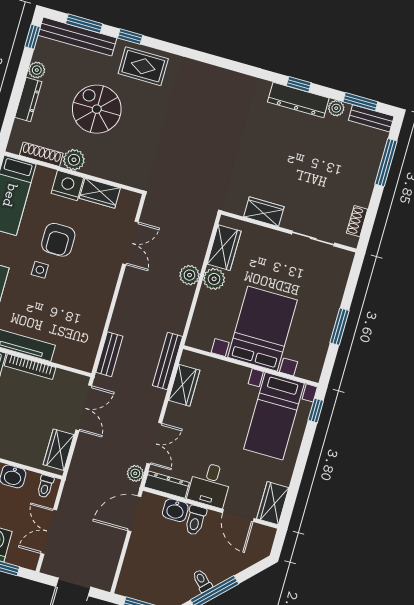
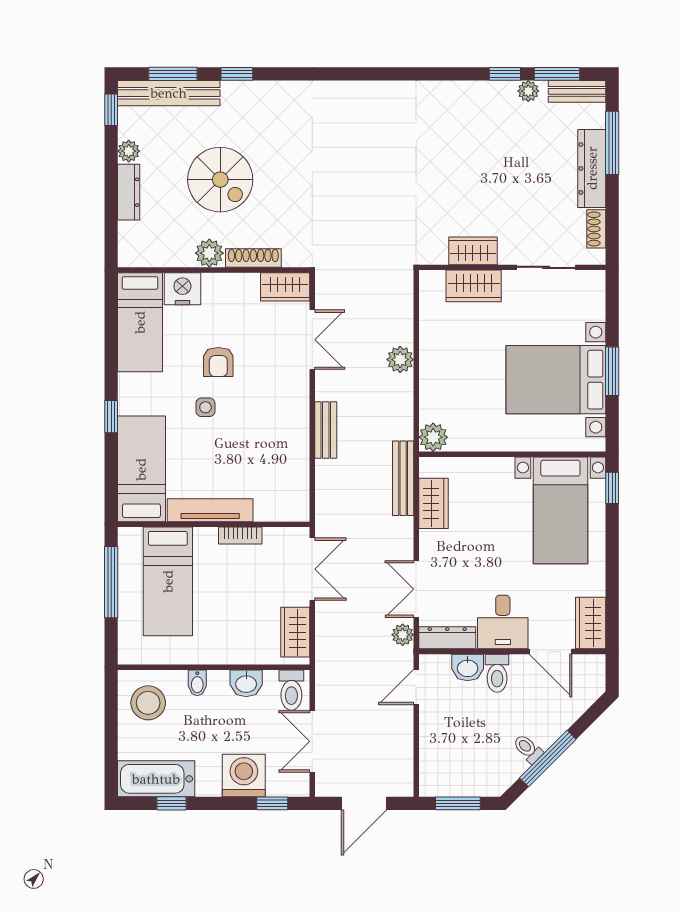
rug: (143, 66) -> (264, 107), removed
window: (299, 84) -> (505, 74), moved
dresser: (298, 100) -> (592, 168), moved, turned 90
spiral stairs: (97, 109) -> (220, 180), turned 180
shoe rack: (41, 154) -> (253, 258), moved
nightstand: (67, 186) -> (182, 289), moved
wardrobe: (100, 193) -> (285, 287), moved
armchair: (58, 240) -> (218, 362), width x0.72, depth x0.72
wardrobe: (224, 248) -> (474, 286), moved, turned 90
plant: (214, 279) -> (433, 437), moved
bed with nightstands: (262, 329) -> (556, 380), moved, turned -90
bench: (109, 354) -> (326, 430), moved
bookcase: (30, 367) -> (240, 536), width x0.64
double door: (154, 443) -> (416, 589), swing flipped
toilet: (45, 486) -> (291, 690), width x1.37, depth x1.39
door: (134, 514) -> (416, 687), width x0.73

